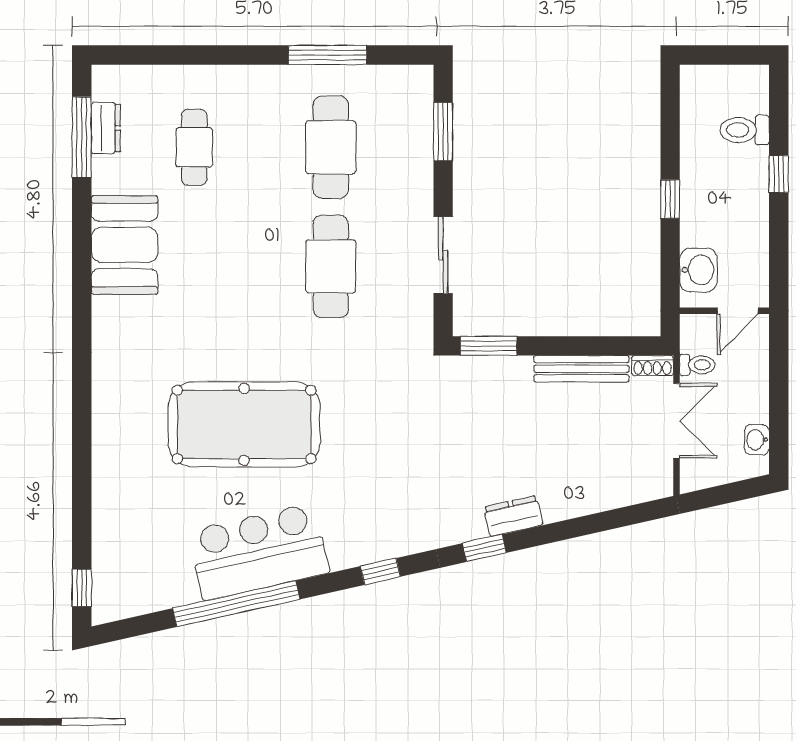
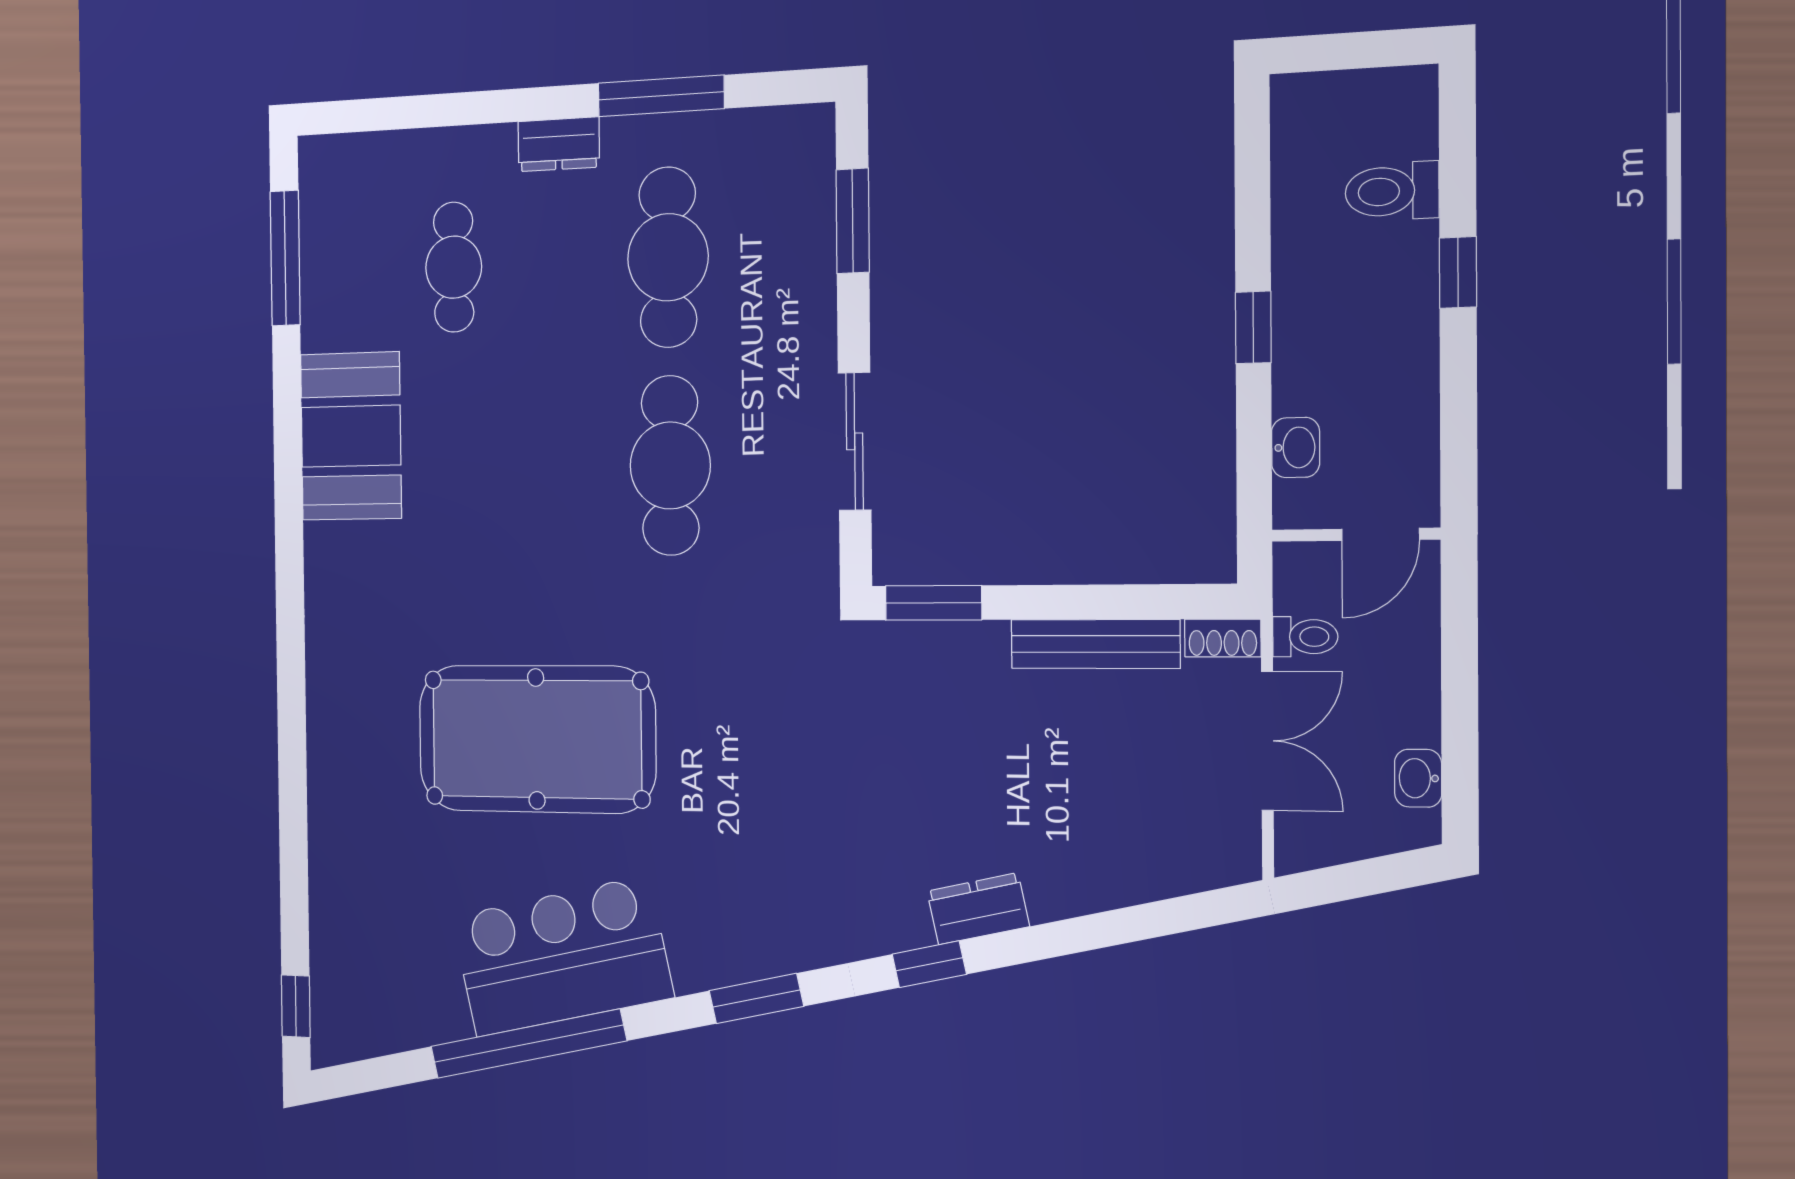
dresser: (106, 128) -> (559, 144), moved, turned 90
washbasin: (698, 270) -> (1296, 448), width x0.72, depth x0.69
window: (380, 571) -> (756, 999), width x1.50

